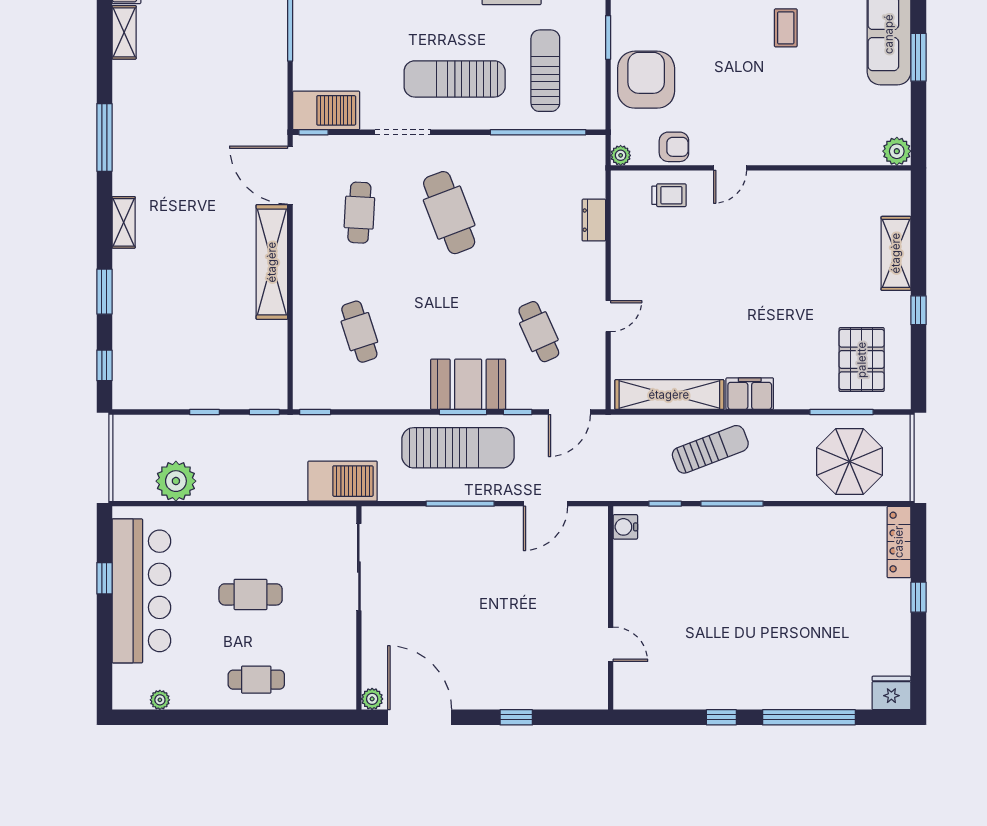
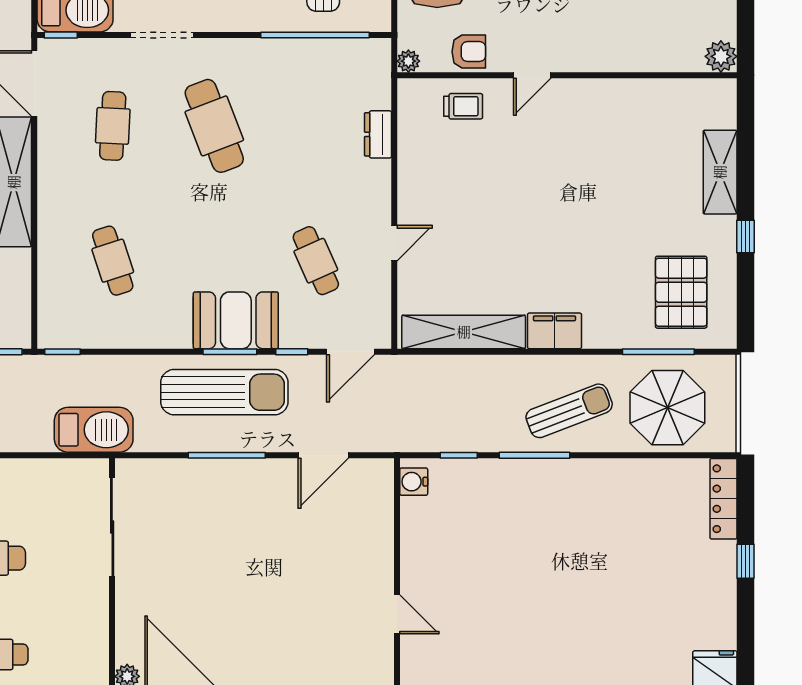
sun lounger: (710, 449) -> (569, 411), moved

